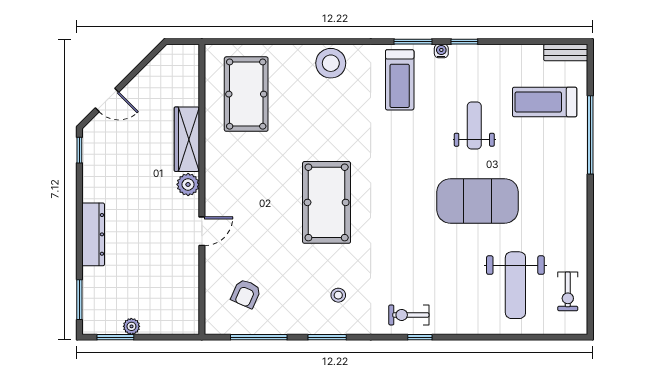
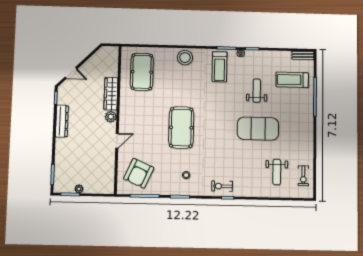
dresser: (93, 234) -> (62, 121), moved
weight bench: (515, 285) -> (277, 172), width x0.73, depth x0.75
armchair: (246, 294) -> (139, 173), width x1.88, depth x1.88

